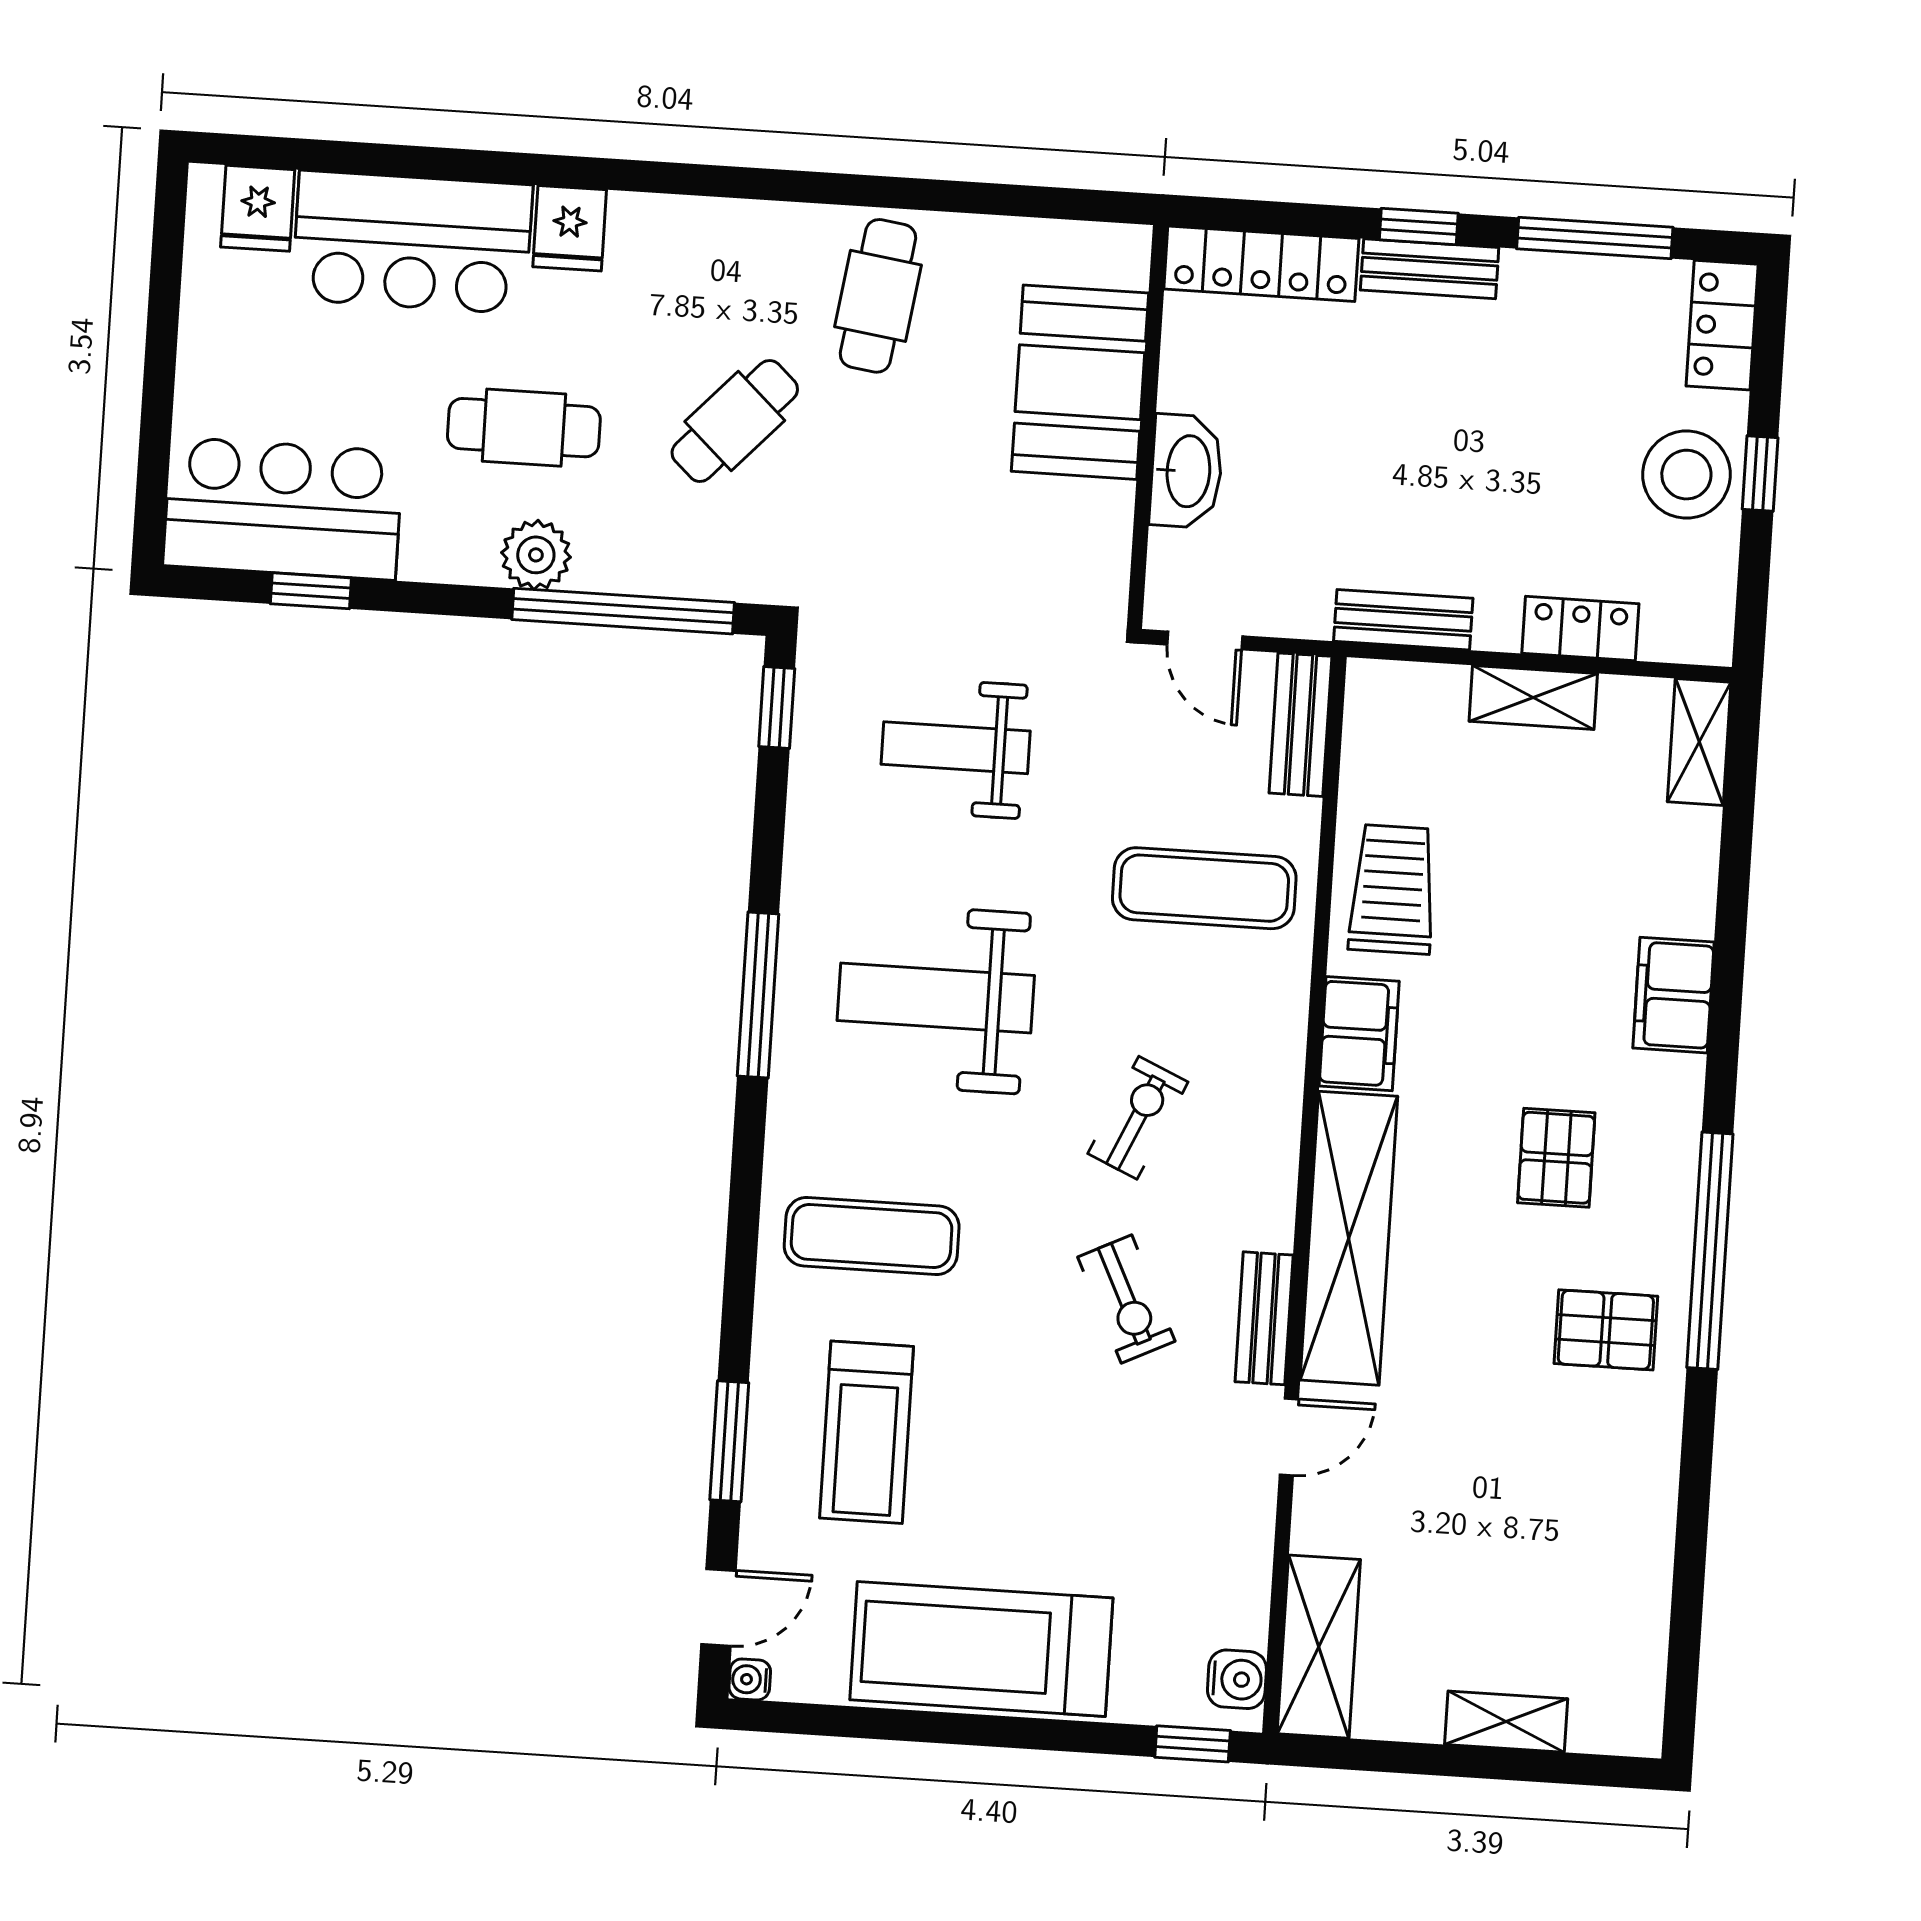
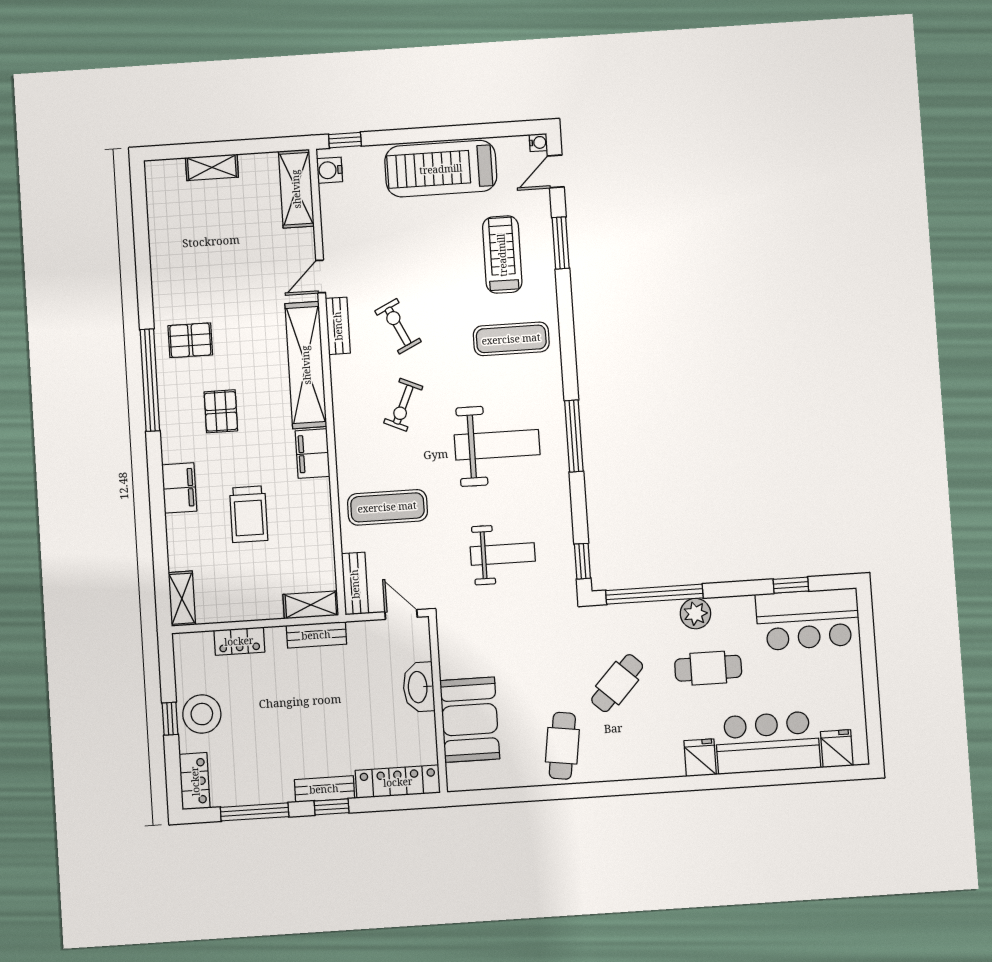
shelving: (1533, 697) -> (311, 605), moved
trolley: (1393, 889) -> (249, 514), moved
treadmill: (981, 1649) -> (441, 169), turned 180

